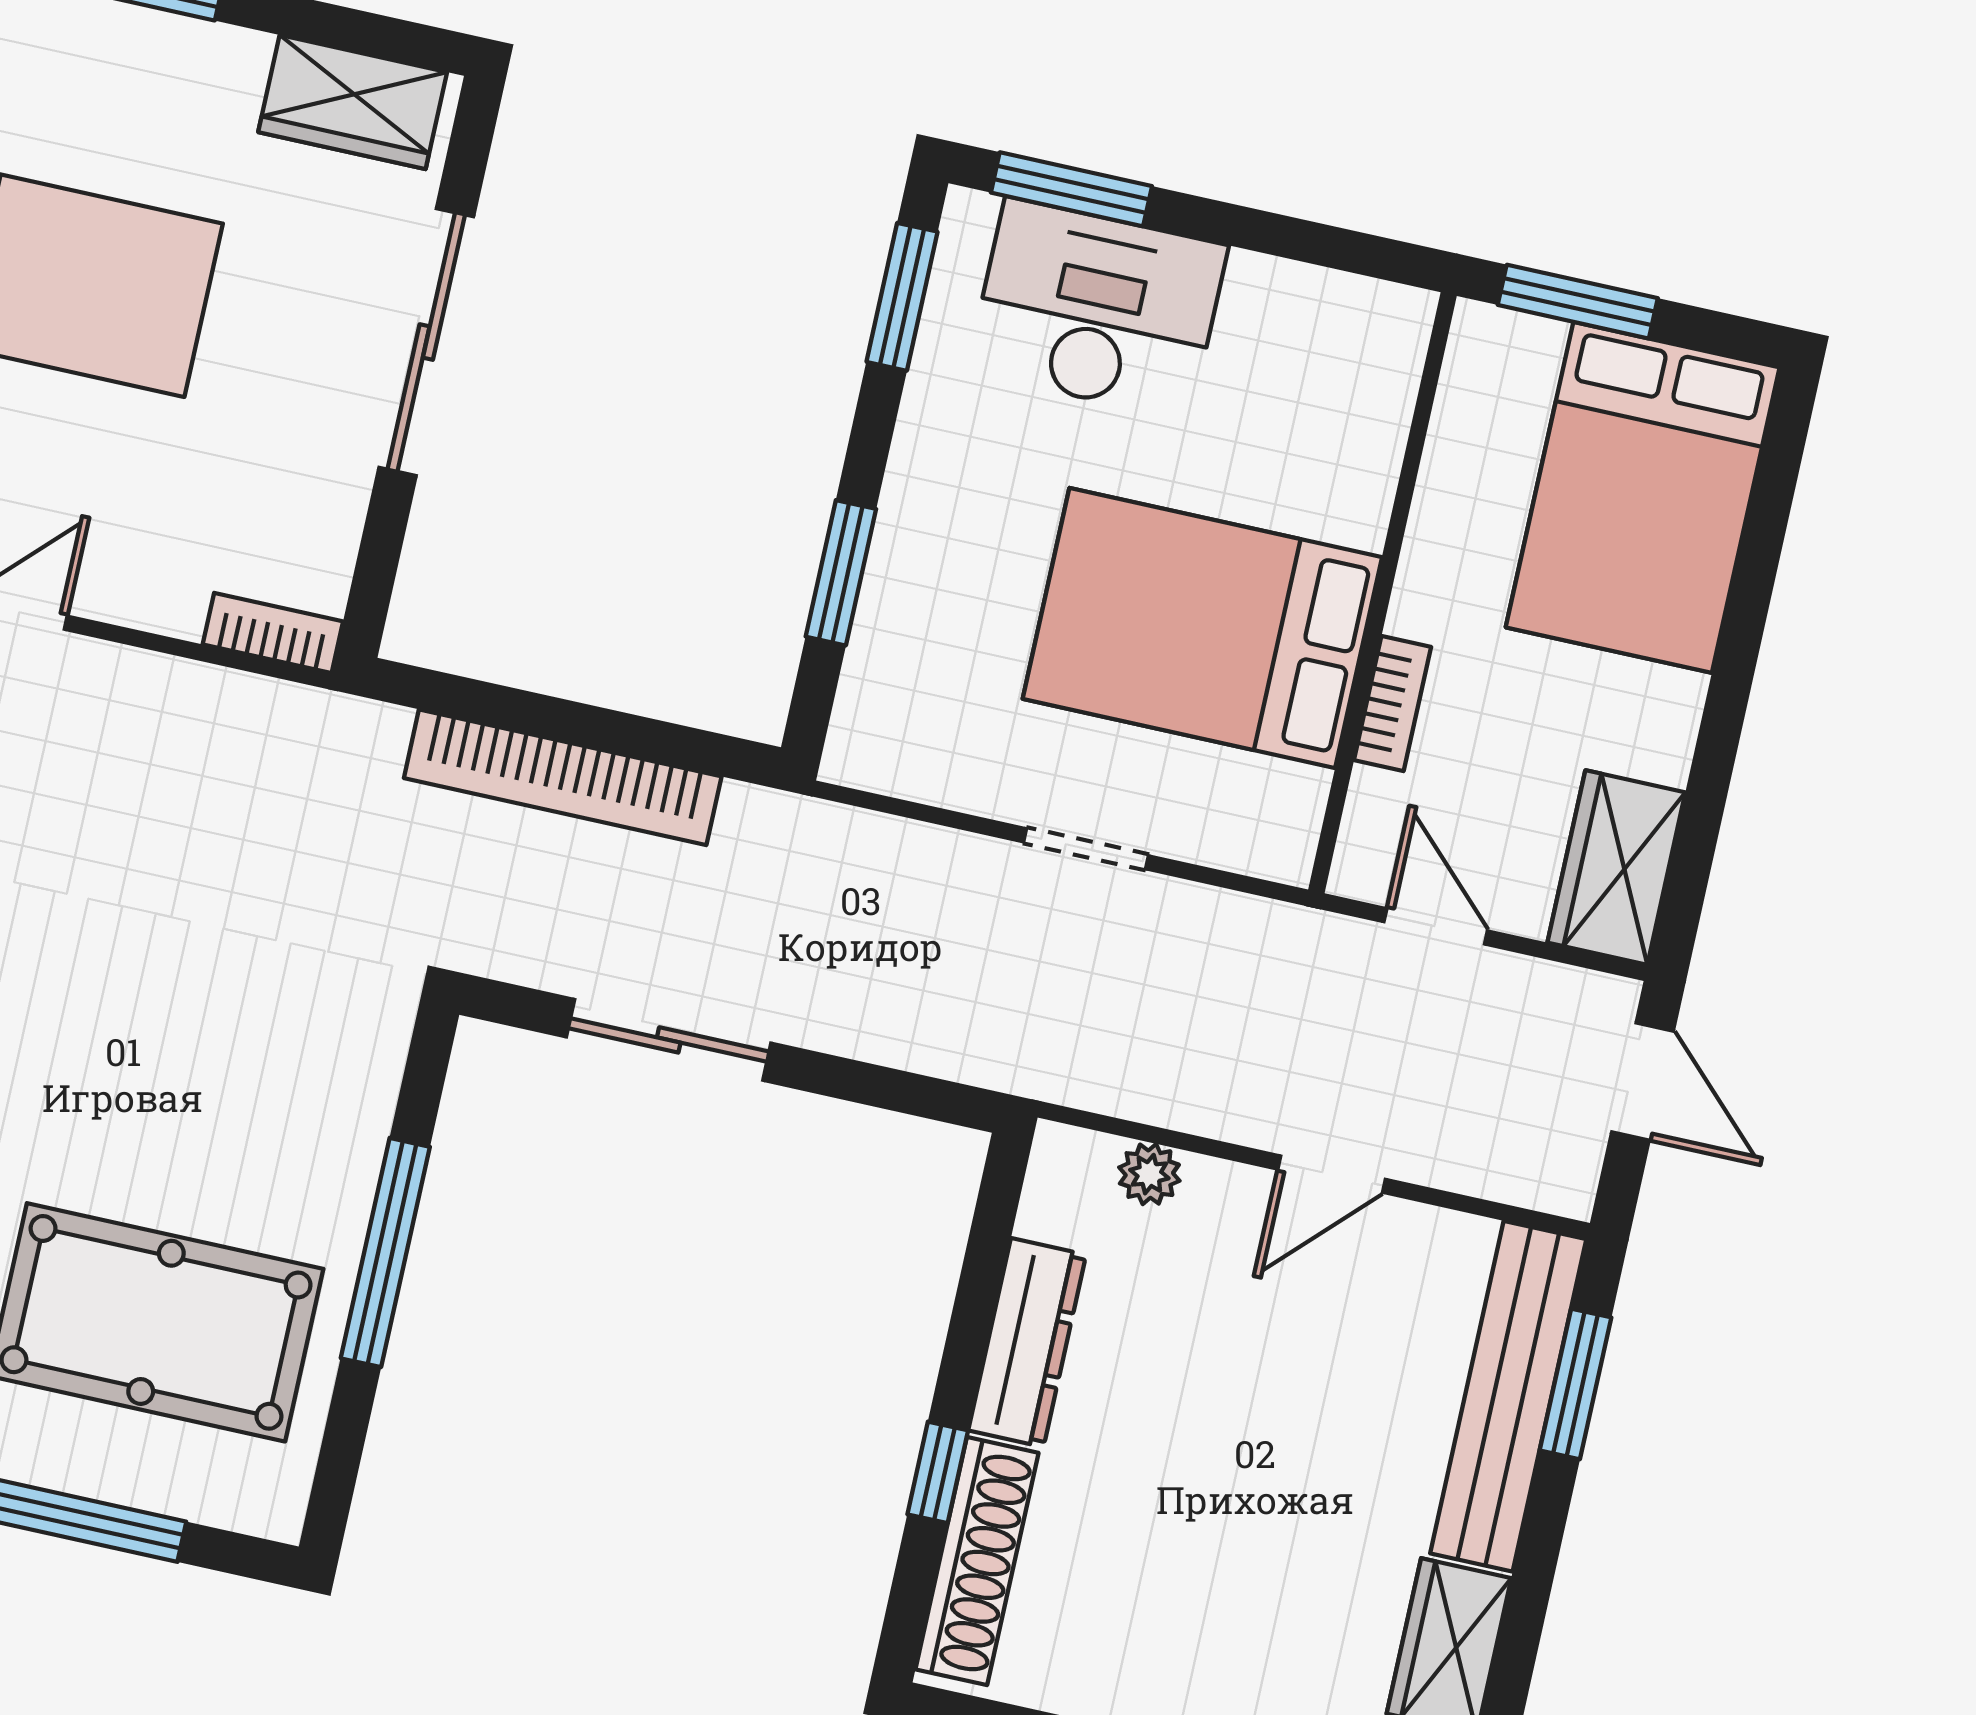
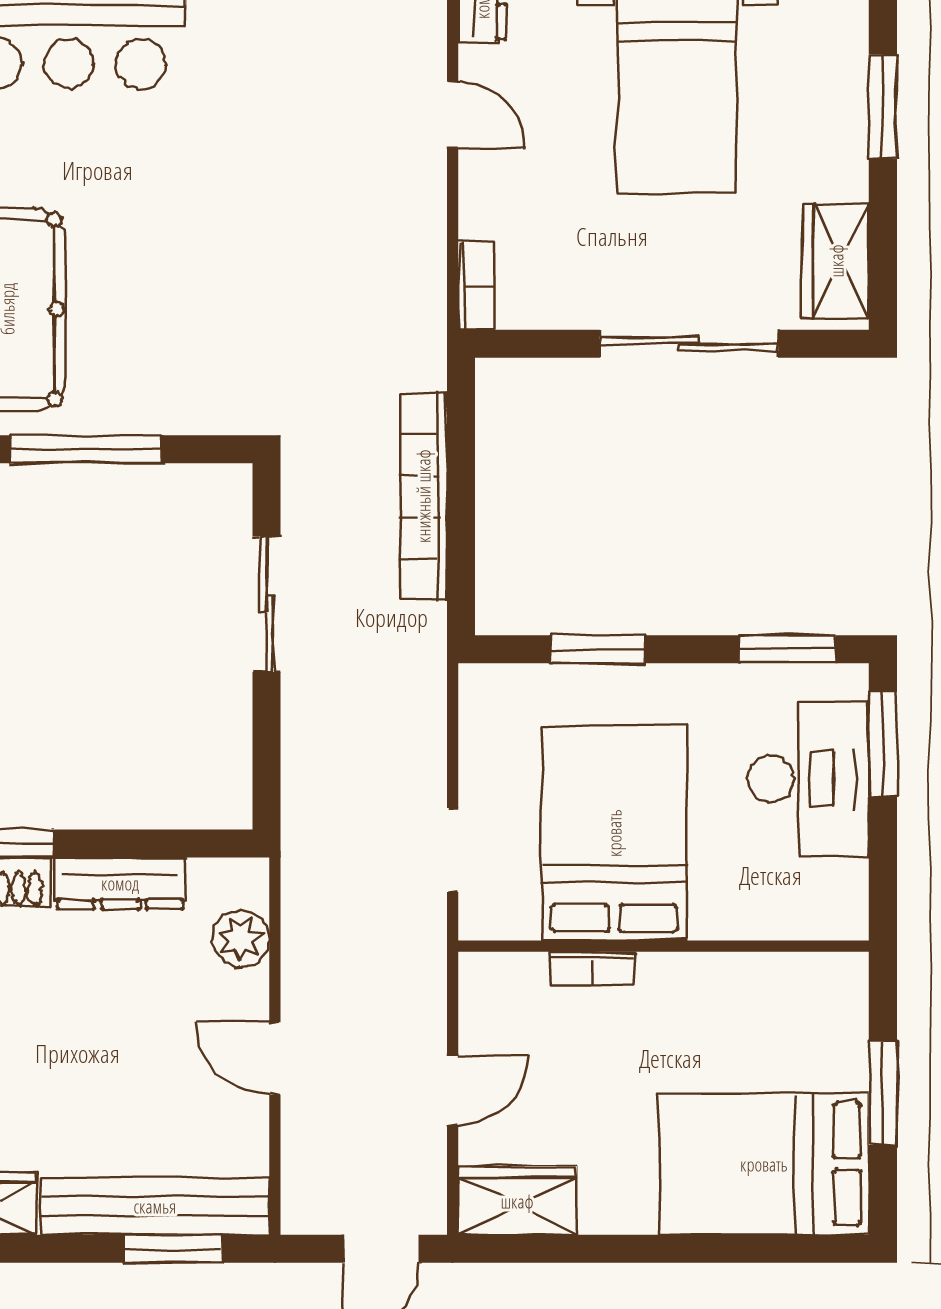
wall: (1383, 593) -> (664, 946), moved
bed: (1202, 628) -> (614, 833), moved
bookcase: (1393, 704) -> (592, 969), moved
plant: (1149, 1174) -> (241, 939), width x1.38, depth x1.38

